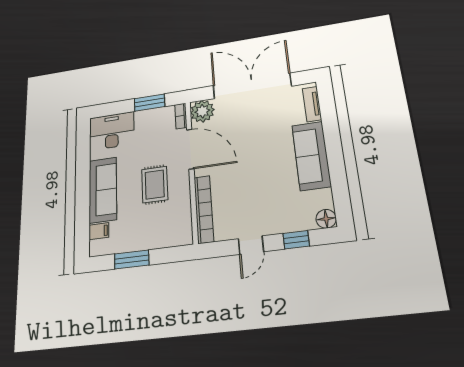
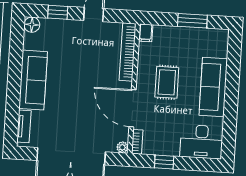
window: (149, 103) -> (164, 162), width x0.67
plant: (202, 111) -> (122, 147), width x0.53, depth x0.53
filing cabinet: (99, 231) -> (146, 33), moved, turned -90

